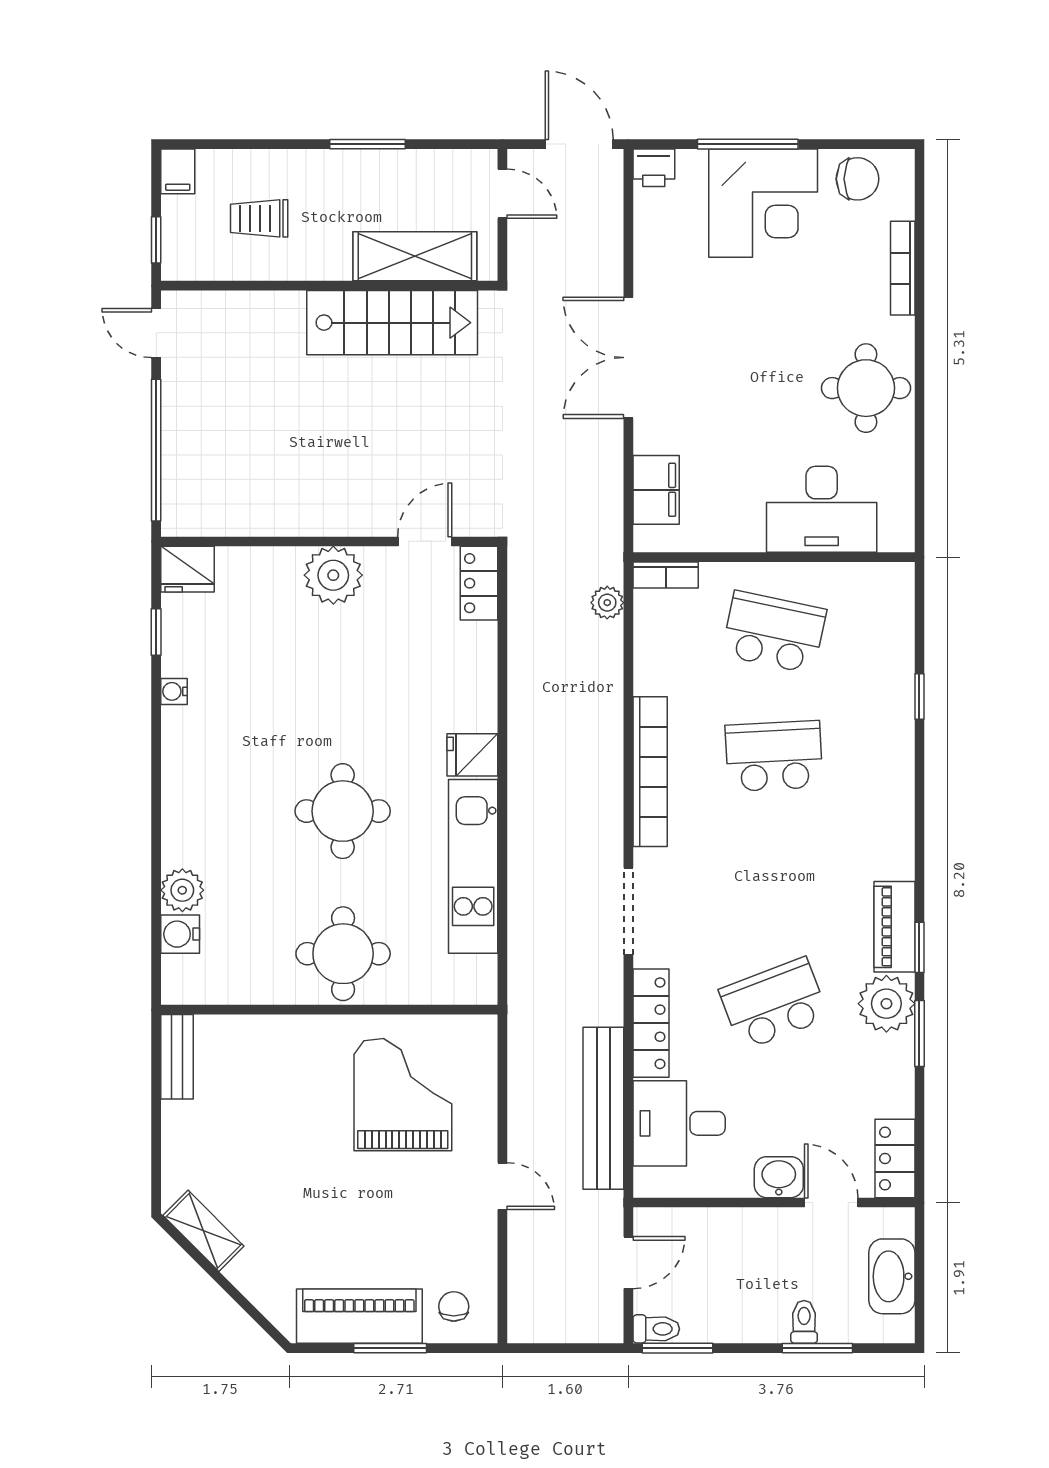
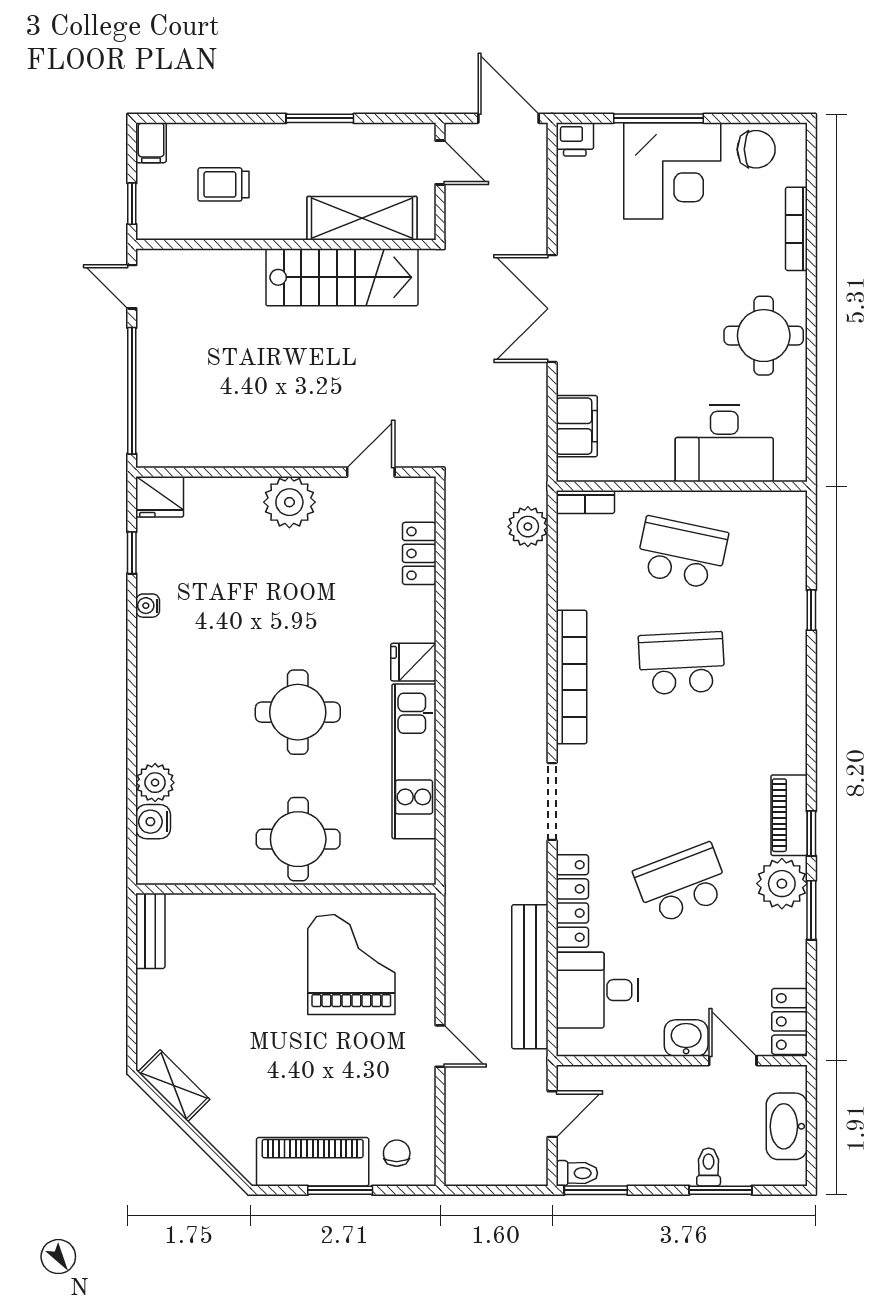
locker: (479, 583) -> (419, 553), moved
plant: (607, 603) -> (528, 527), width x1.38, depth x1.38

